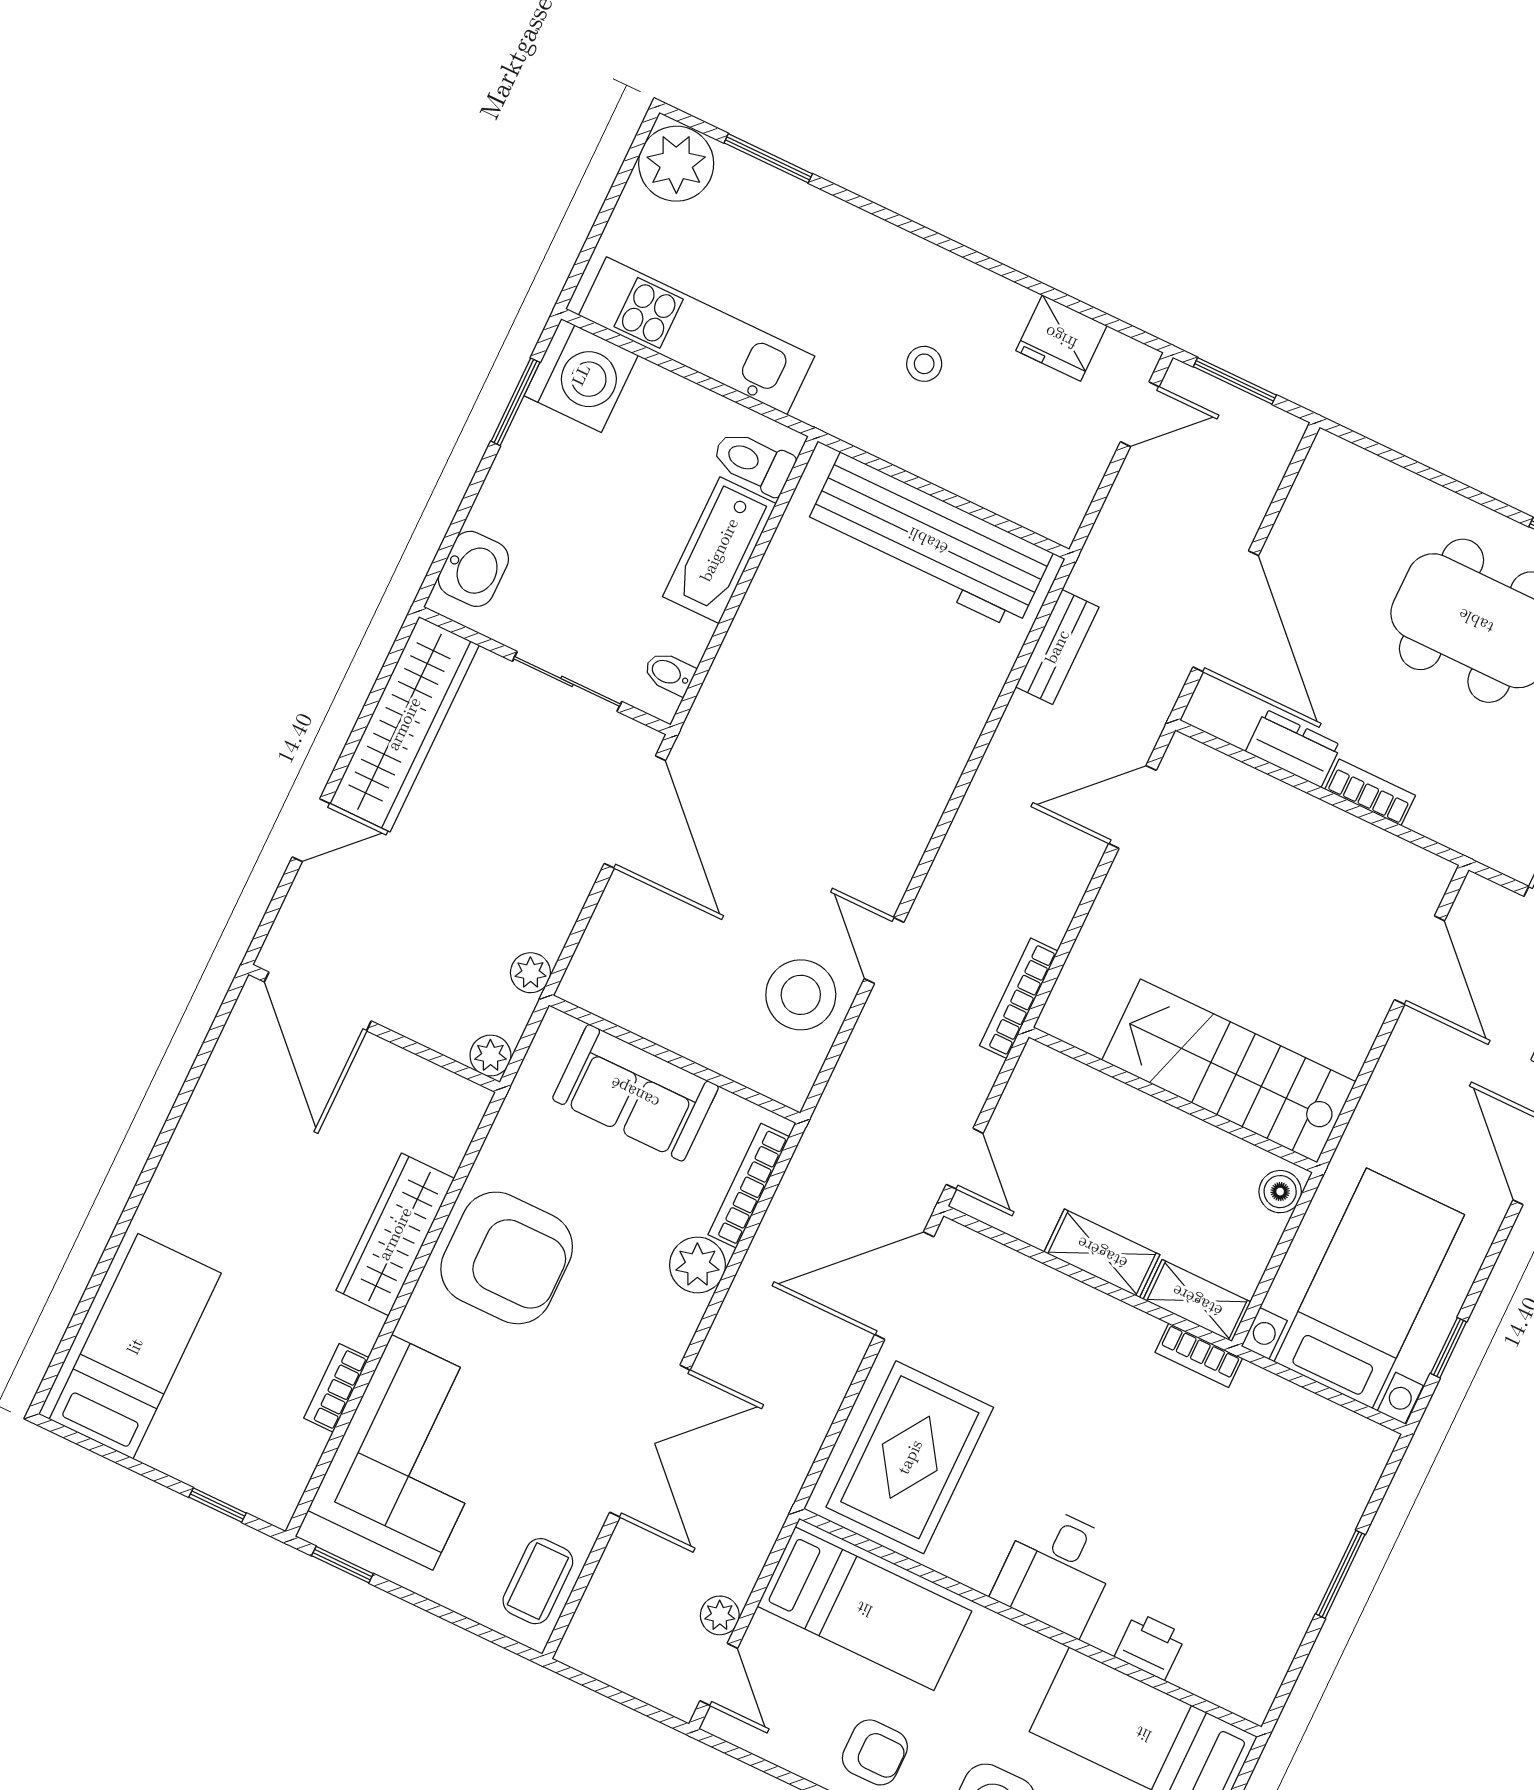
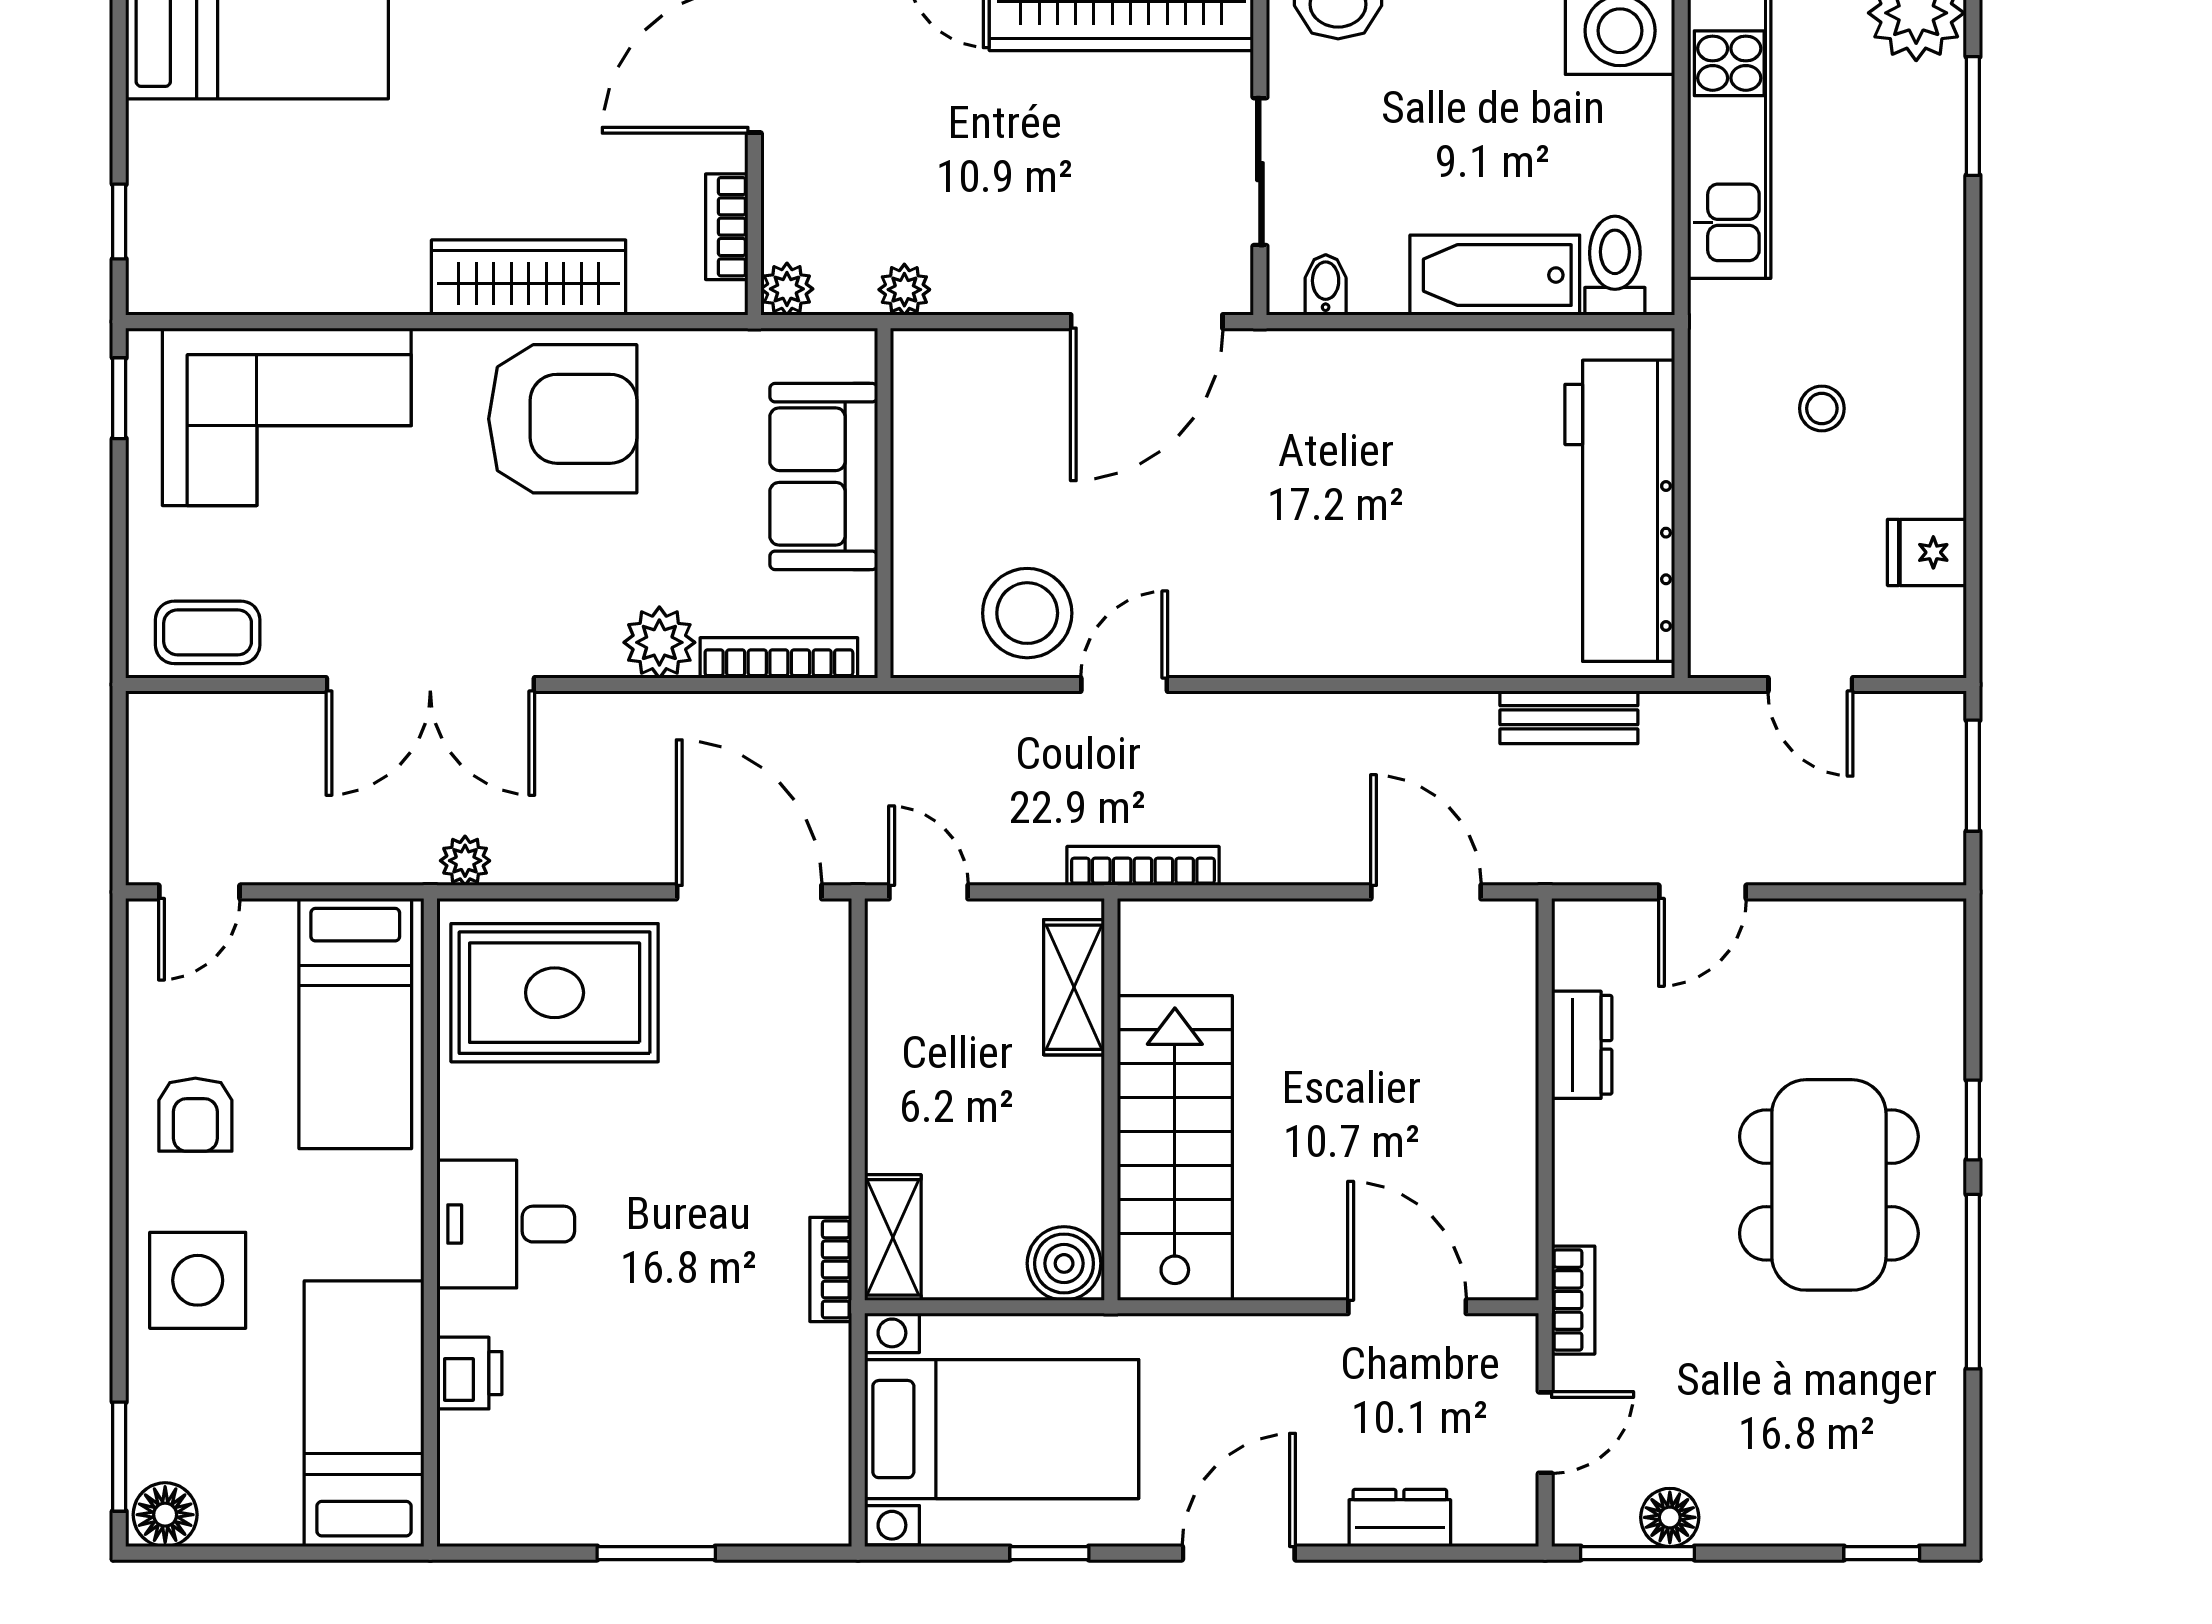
fridge: (1061, 338) -> (1927, 552), width x0.72
door: (1140, 414) -> (1810, 685), moved
window: (1478, 497) -> (1973, 1120), added
door: (1226, 611) -> (1702, 892), width x0.53
bookcase: (1370, 792) -> (1573, 1300), moved
door: (1420, 960) -> (1407, 1307), swing flipped
door: (965, 1159) -> (928, 892), swing flipped
boiler: (1280, 1192) -> (1064, 1263), width x1.36, depth x1.36
shelving: (1102, 1253) -> (1074, 987), moved
armchair: (507, 1258) -> (563, 419), turned -90
window: (1449, 1348) -> (1049, 1553), moved
bookcase: (336, 1388) -> (727, 227), moved, turned -90
plant: (720, 1615) -> (465, 861), moved

